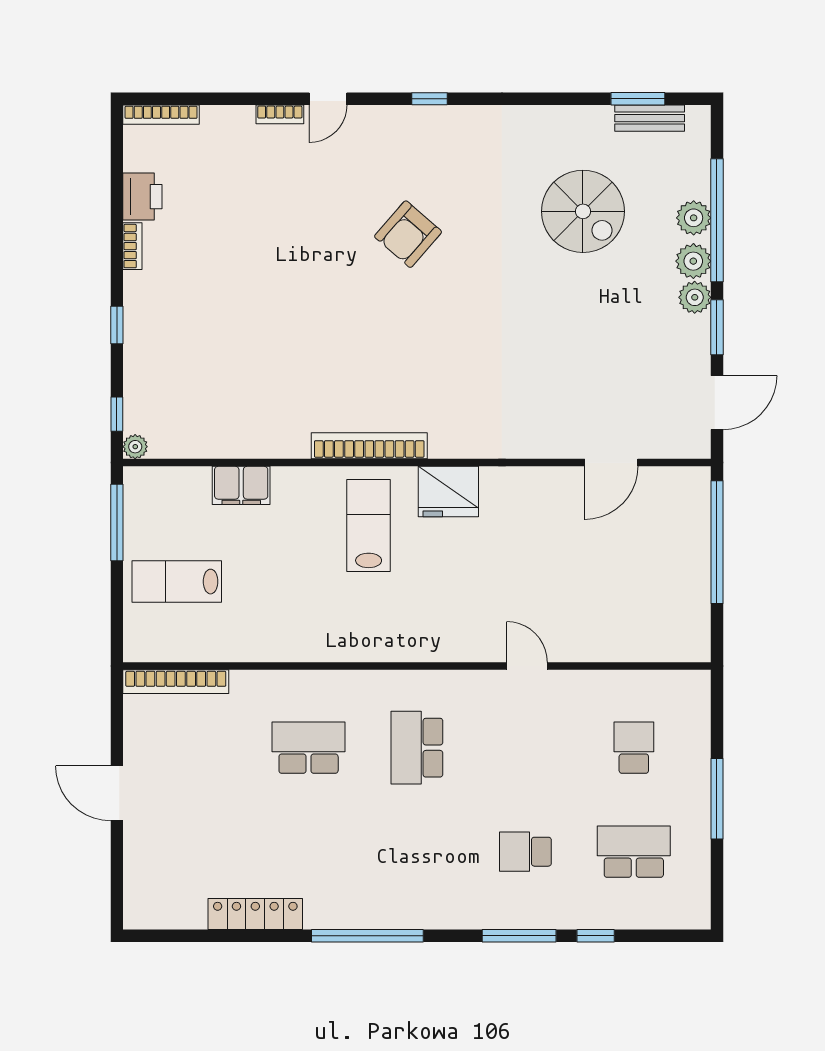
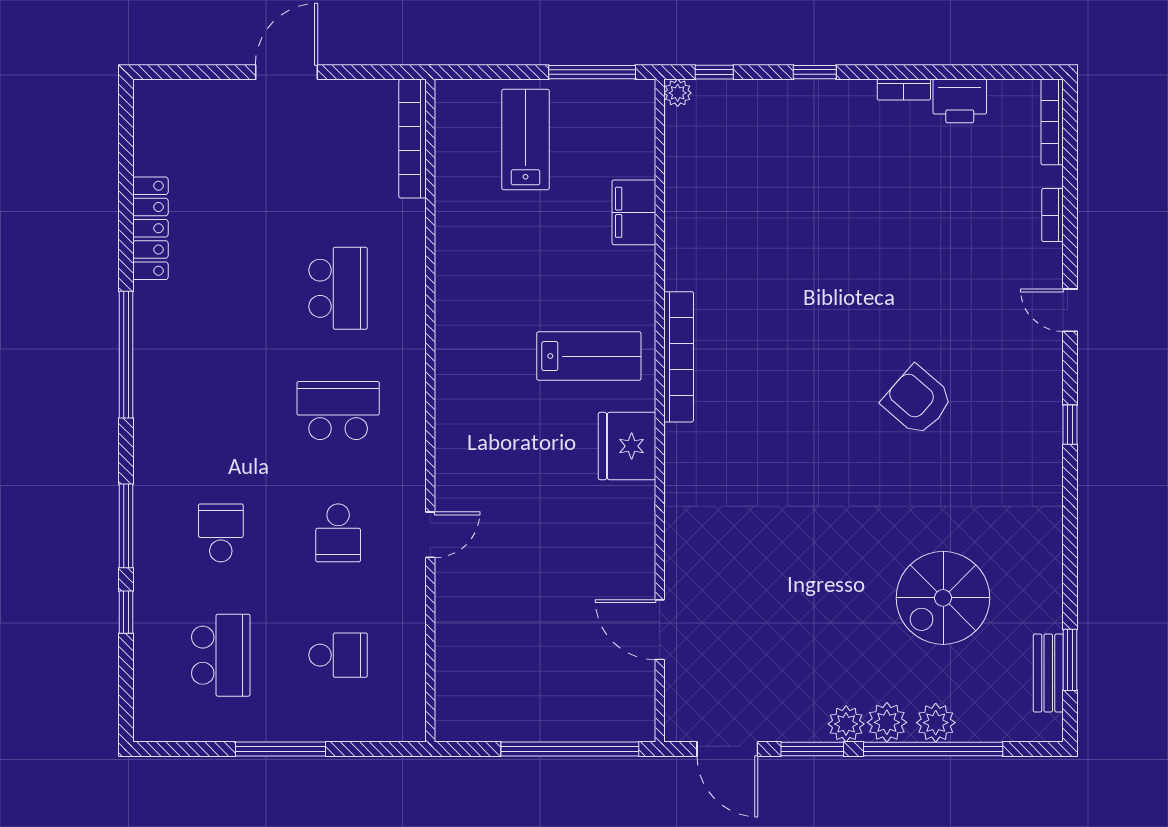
bookcase: (280, 114) -> (1053, 215), moved
school desk: (525, 748) -> (338, 533), added

